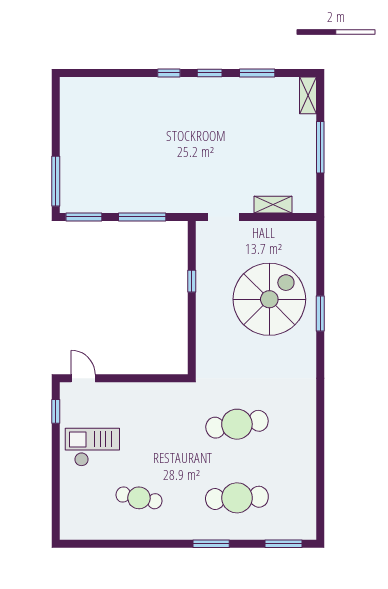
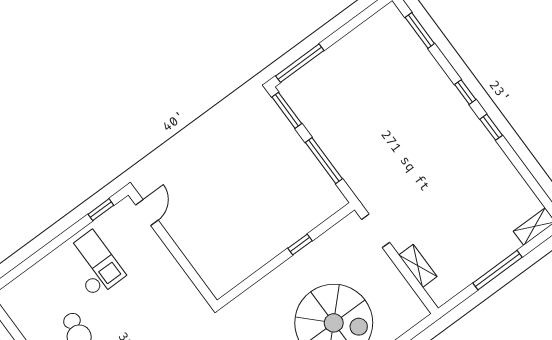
window: (257, 73) -> (420, 30), moved

